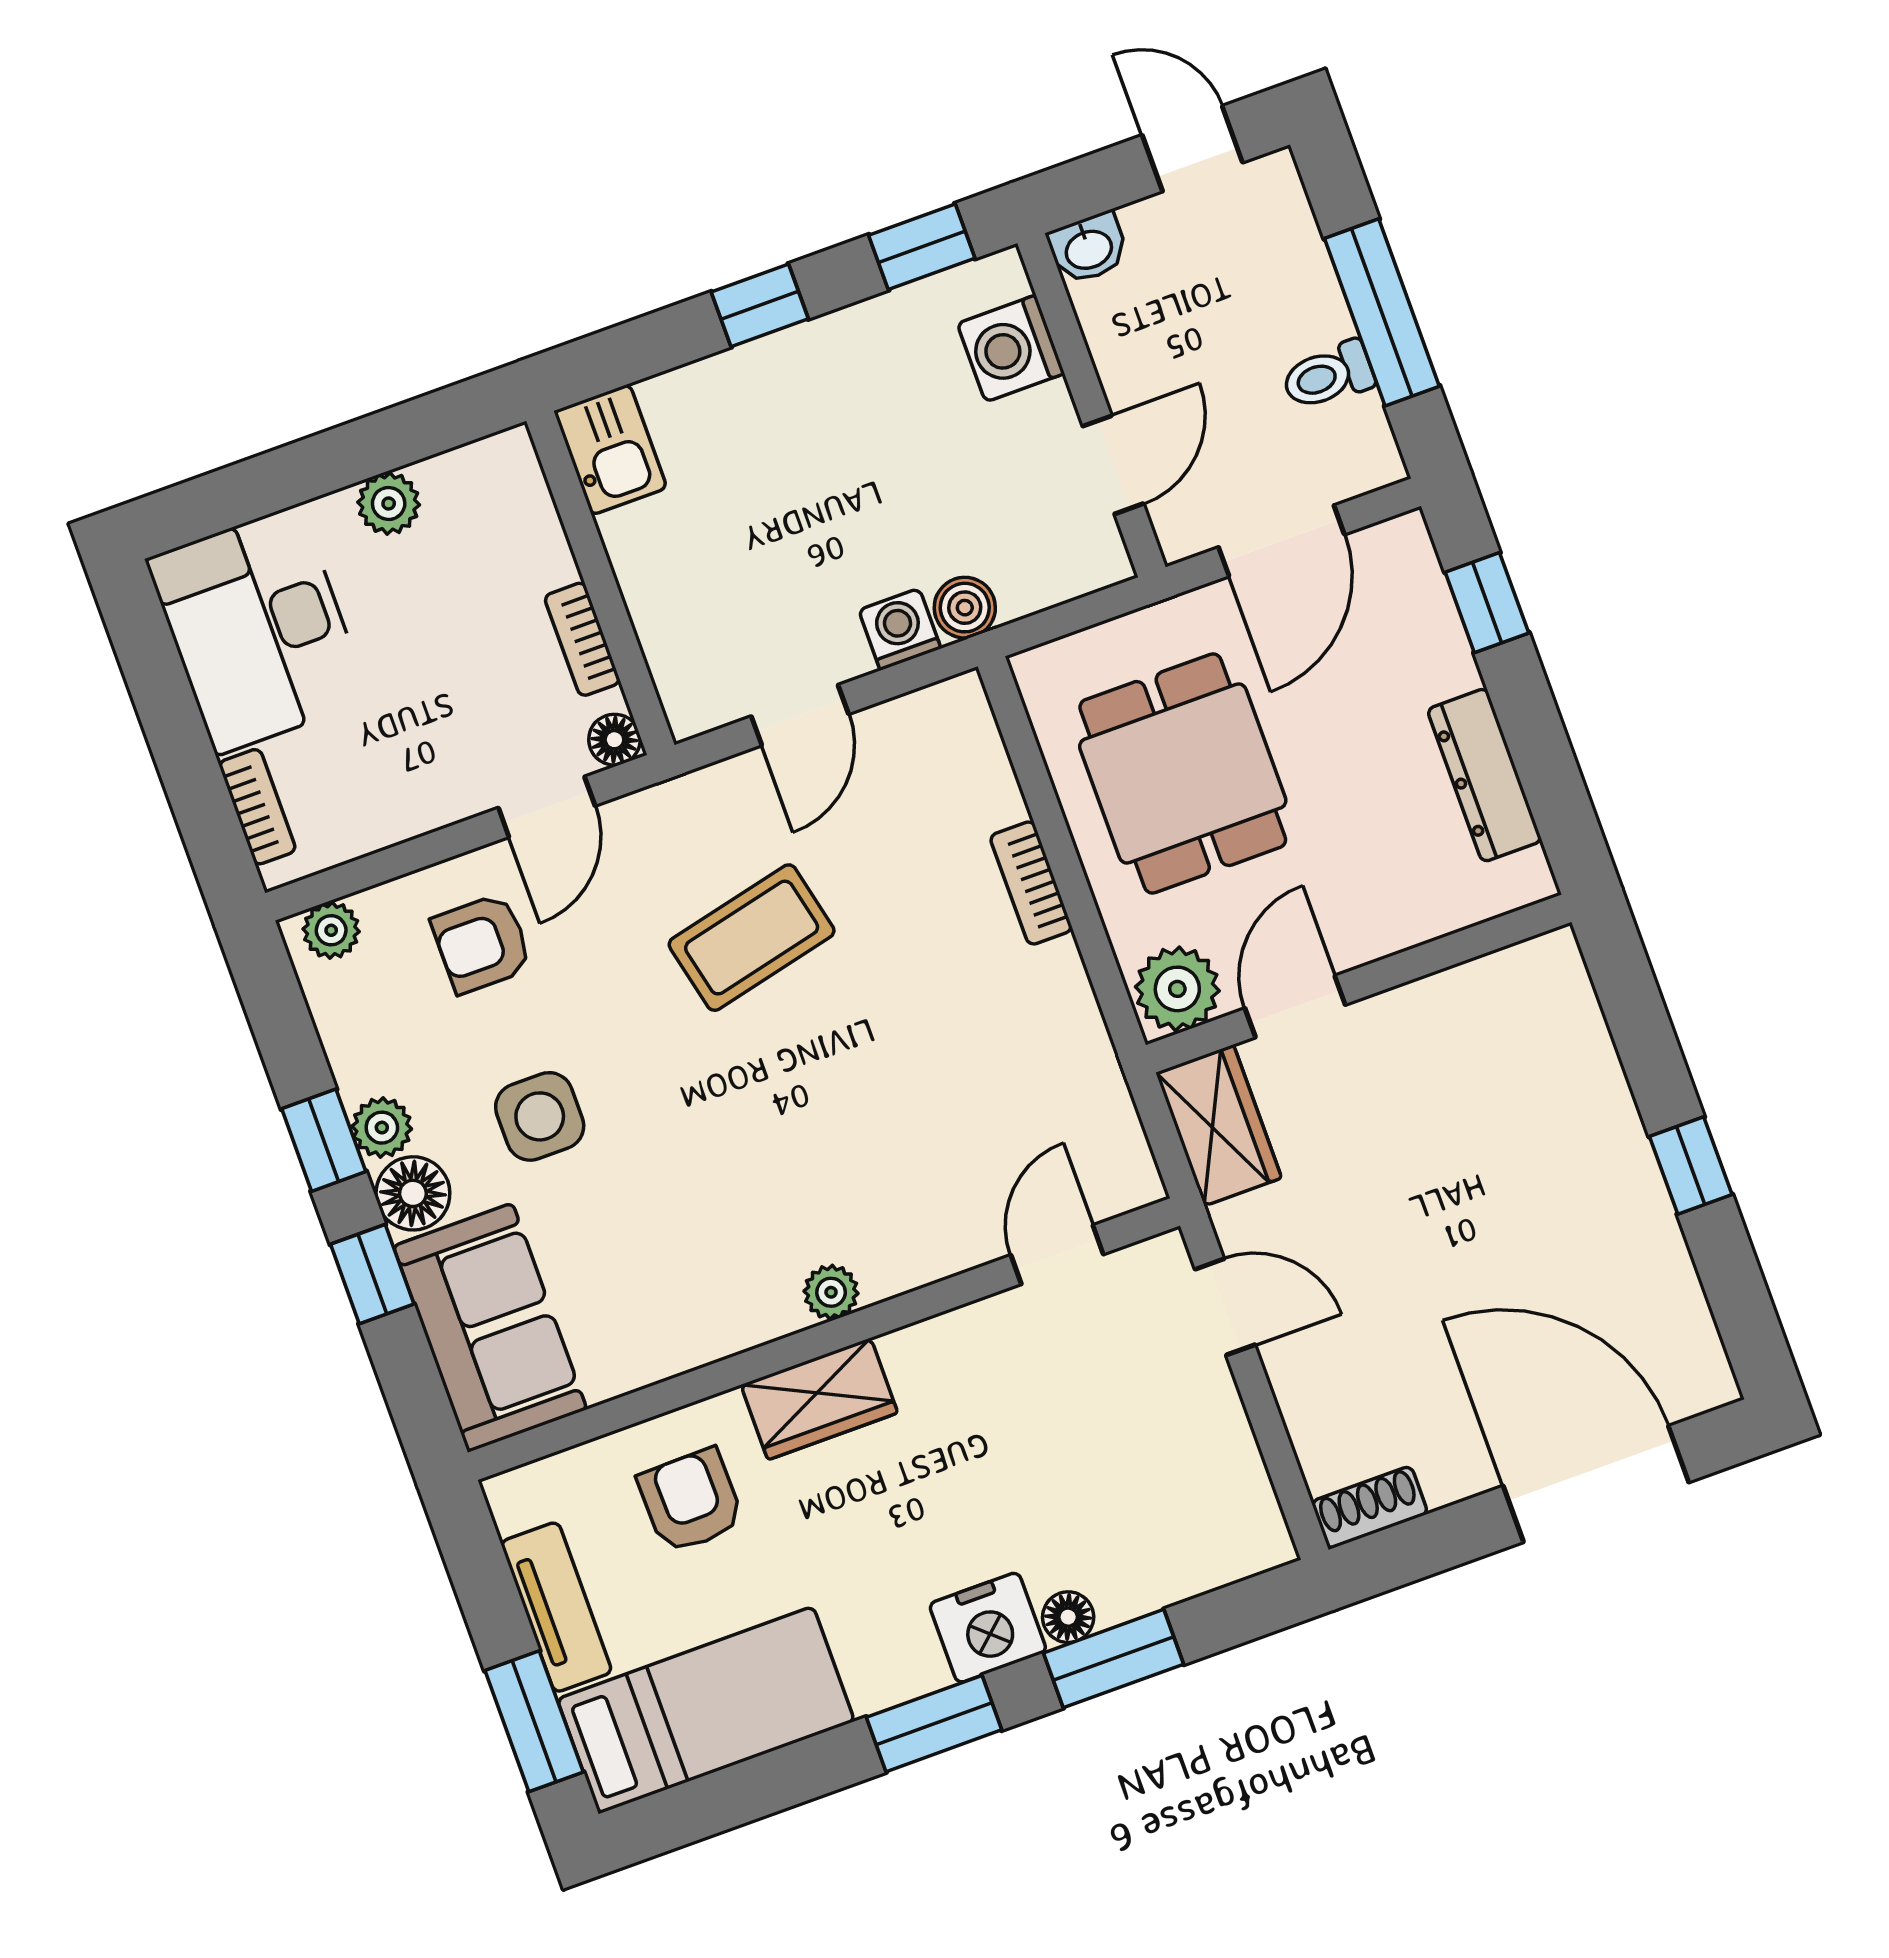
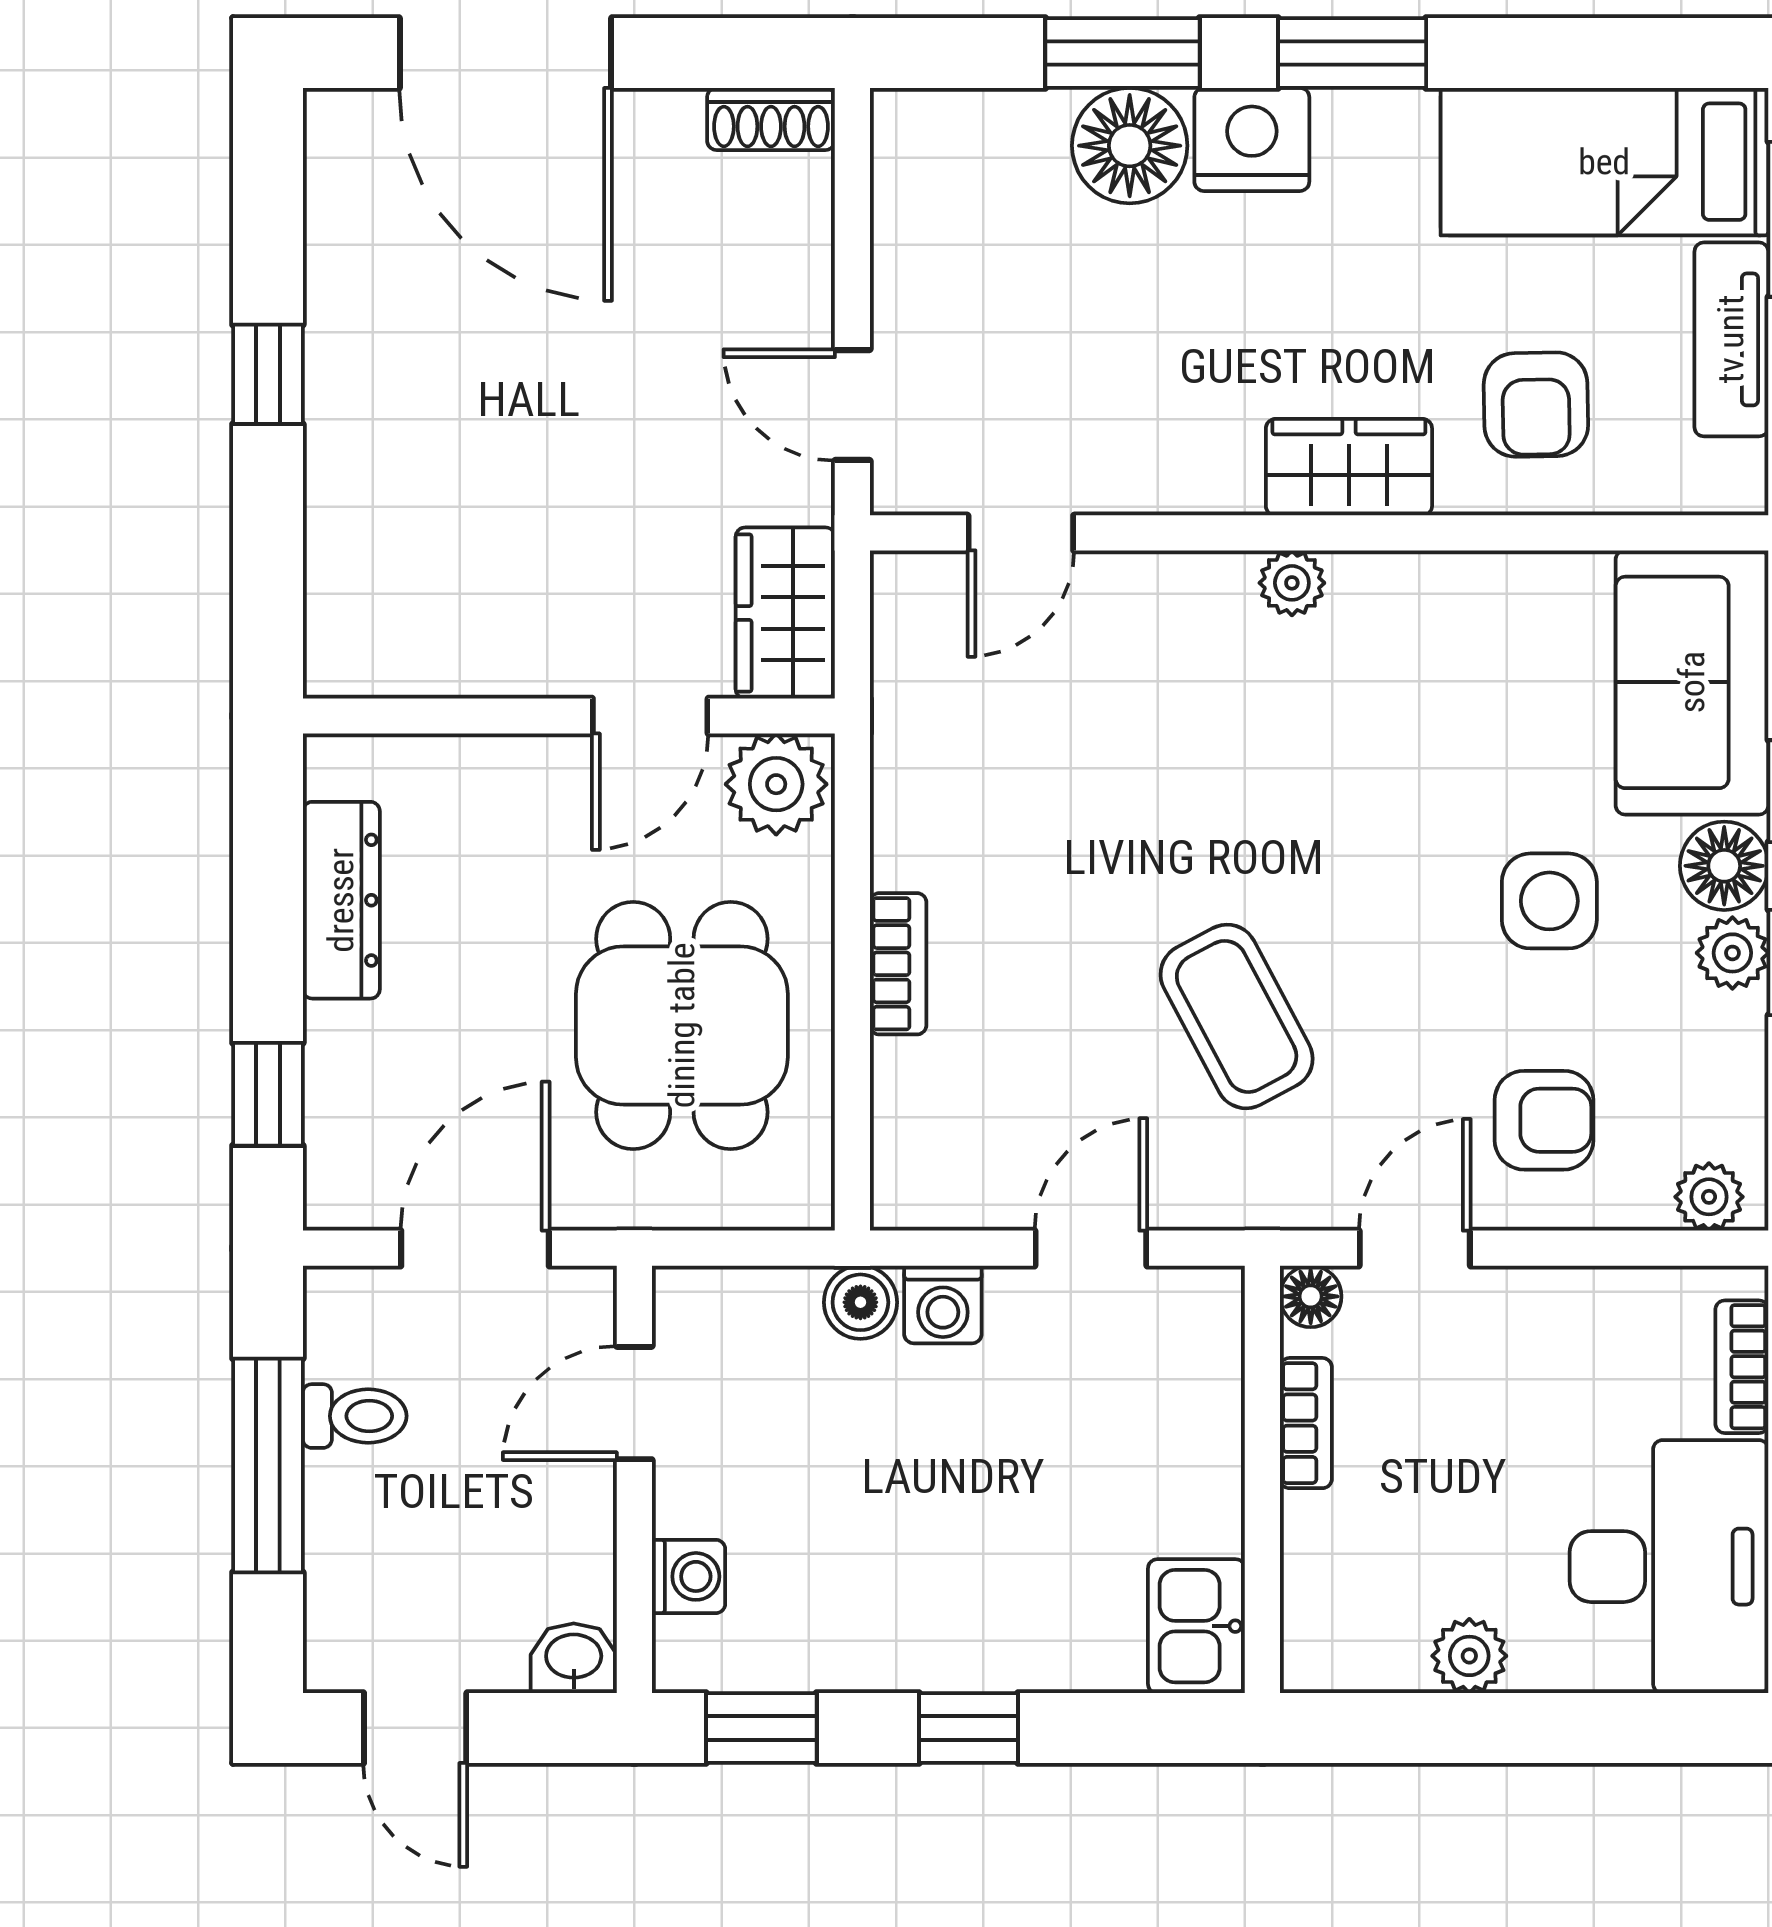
washing machine: (1011, 348) -> (688, 1576), width x0.73, depth x0.73
coffee table: (752, 938) -> (1237, 1016), turned 75
floor lamp: (1068, 1617) -> (1130, 146), width x1.89, depth x1.89

